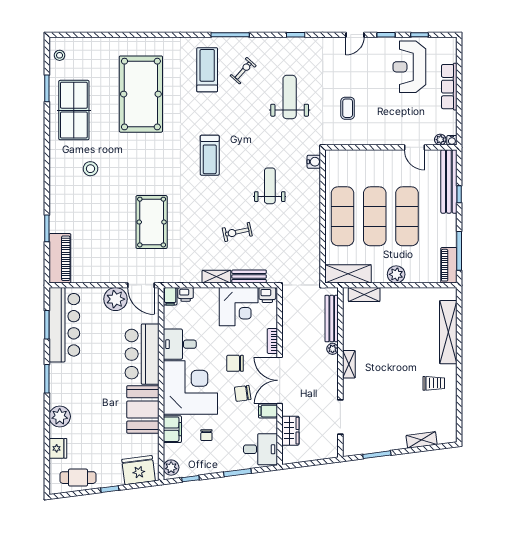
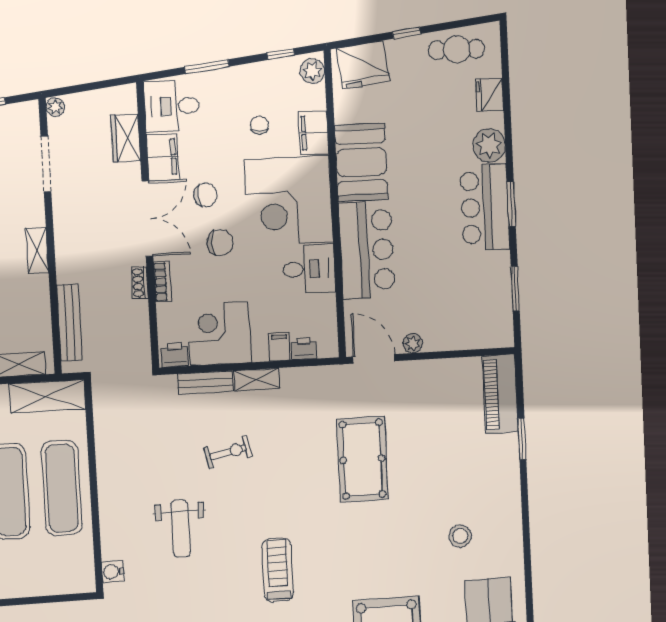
filing cabinet: (170, 296) -> (280, 347), moved
plant: (115, 299) -> (413, 343), width x0.53, depth x0.53
bar counter: (64, 325) -> (485, 207), moved, width x0.73
shoe rack: (287, 341) -> (140, 283), added
plant: (333, 349) -> (55, 107), moved
filing cabinet: (268, 411) -> (163, 157), width x2.00

